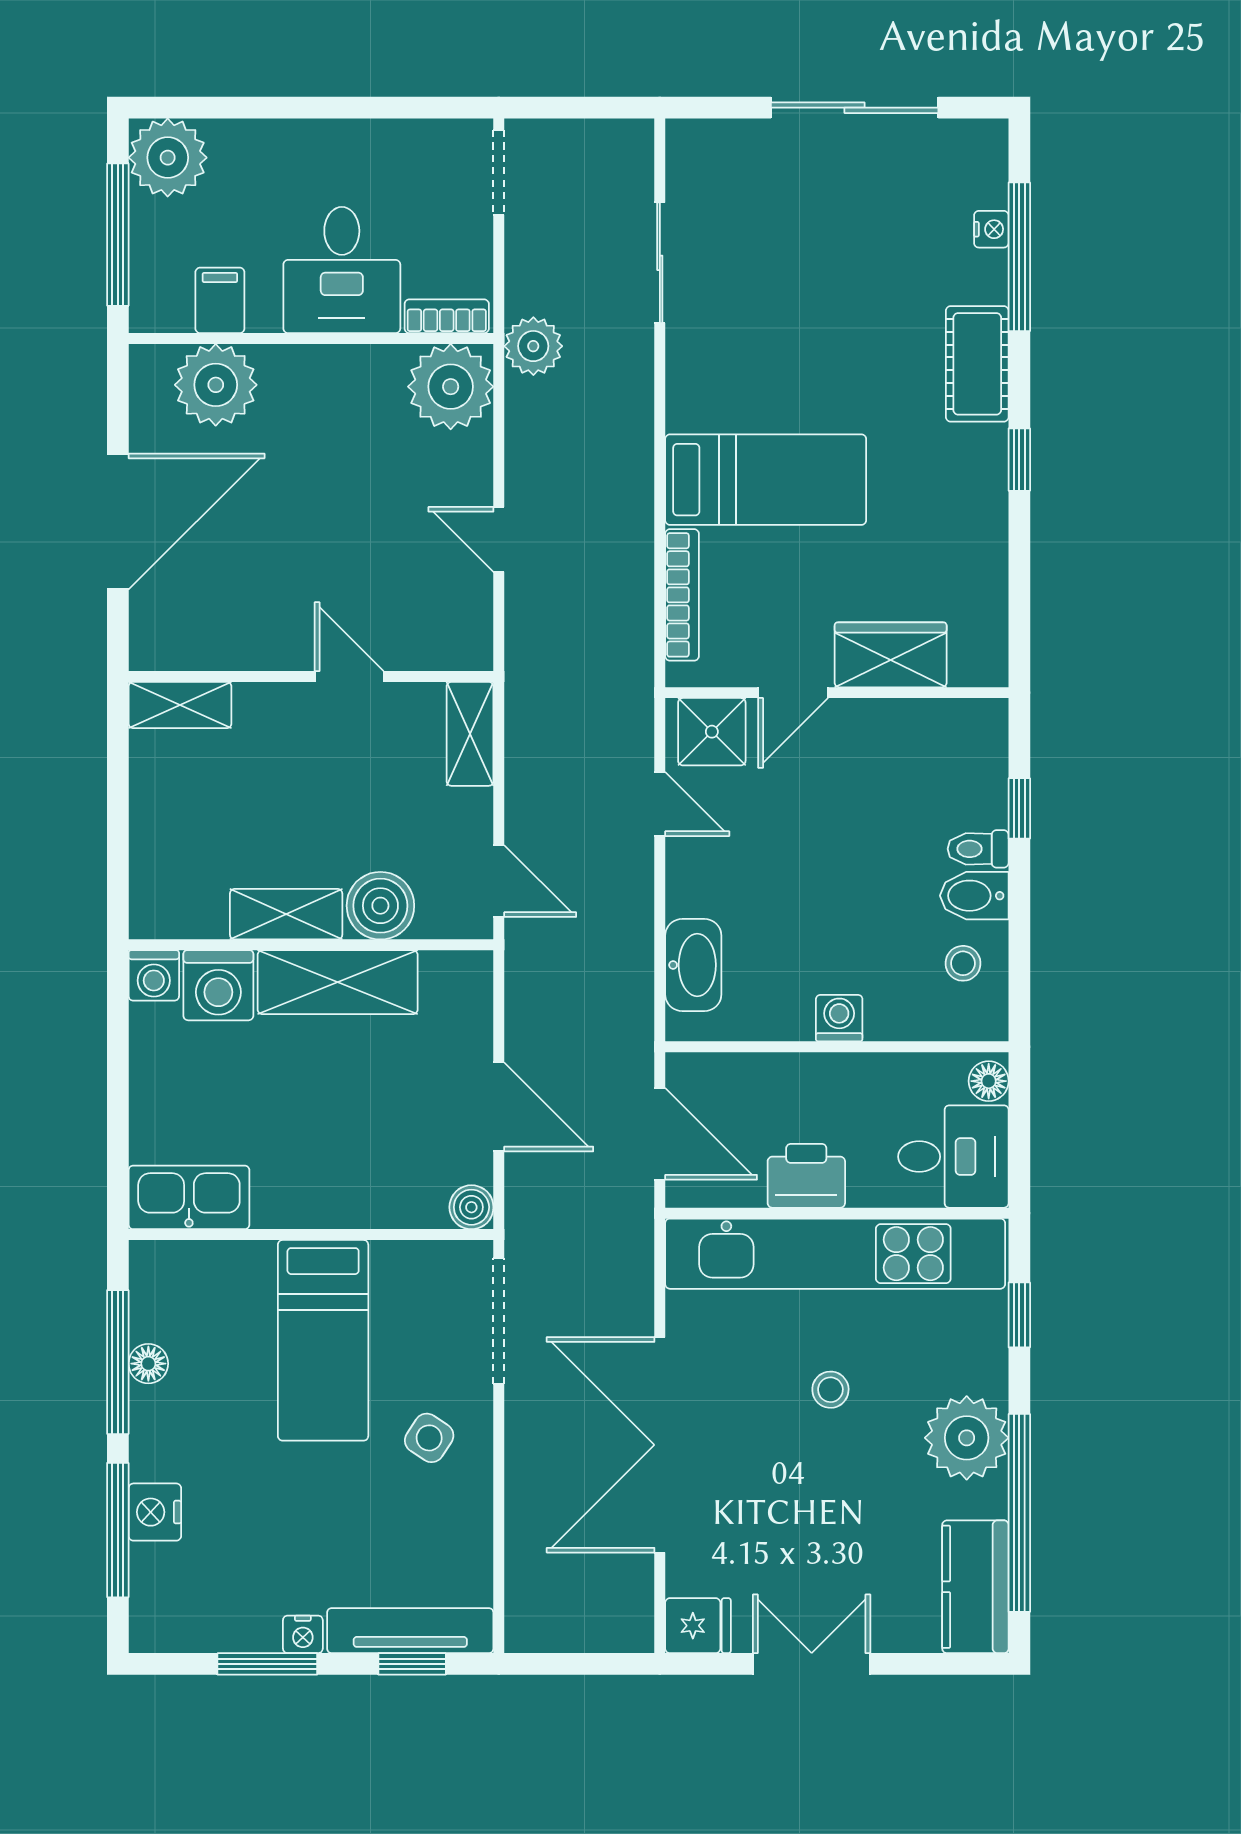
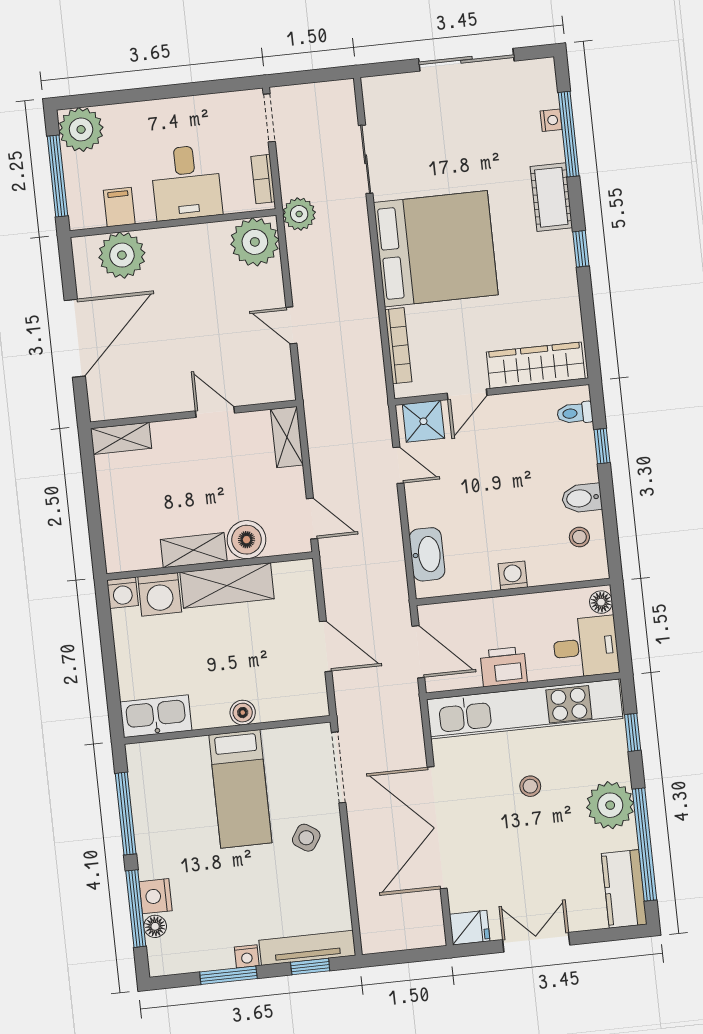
bookcase: (447, 316) -> (263, 179), moved, turned -90
bed: (766, 480) -> (436, 249), width x2.04
wardrobe: (891, 655) -> (536, 365), width x1.50
toilet: (978, 849) -> (575, 413), moved
boiler: (471, 1207) -> (243, 713), moved
floor lamp: (148, 1364) -> (155, 926), moved

